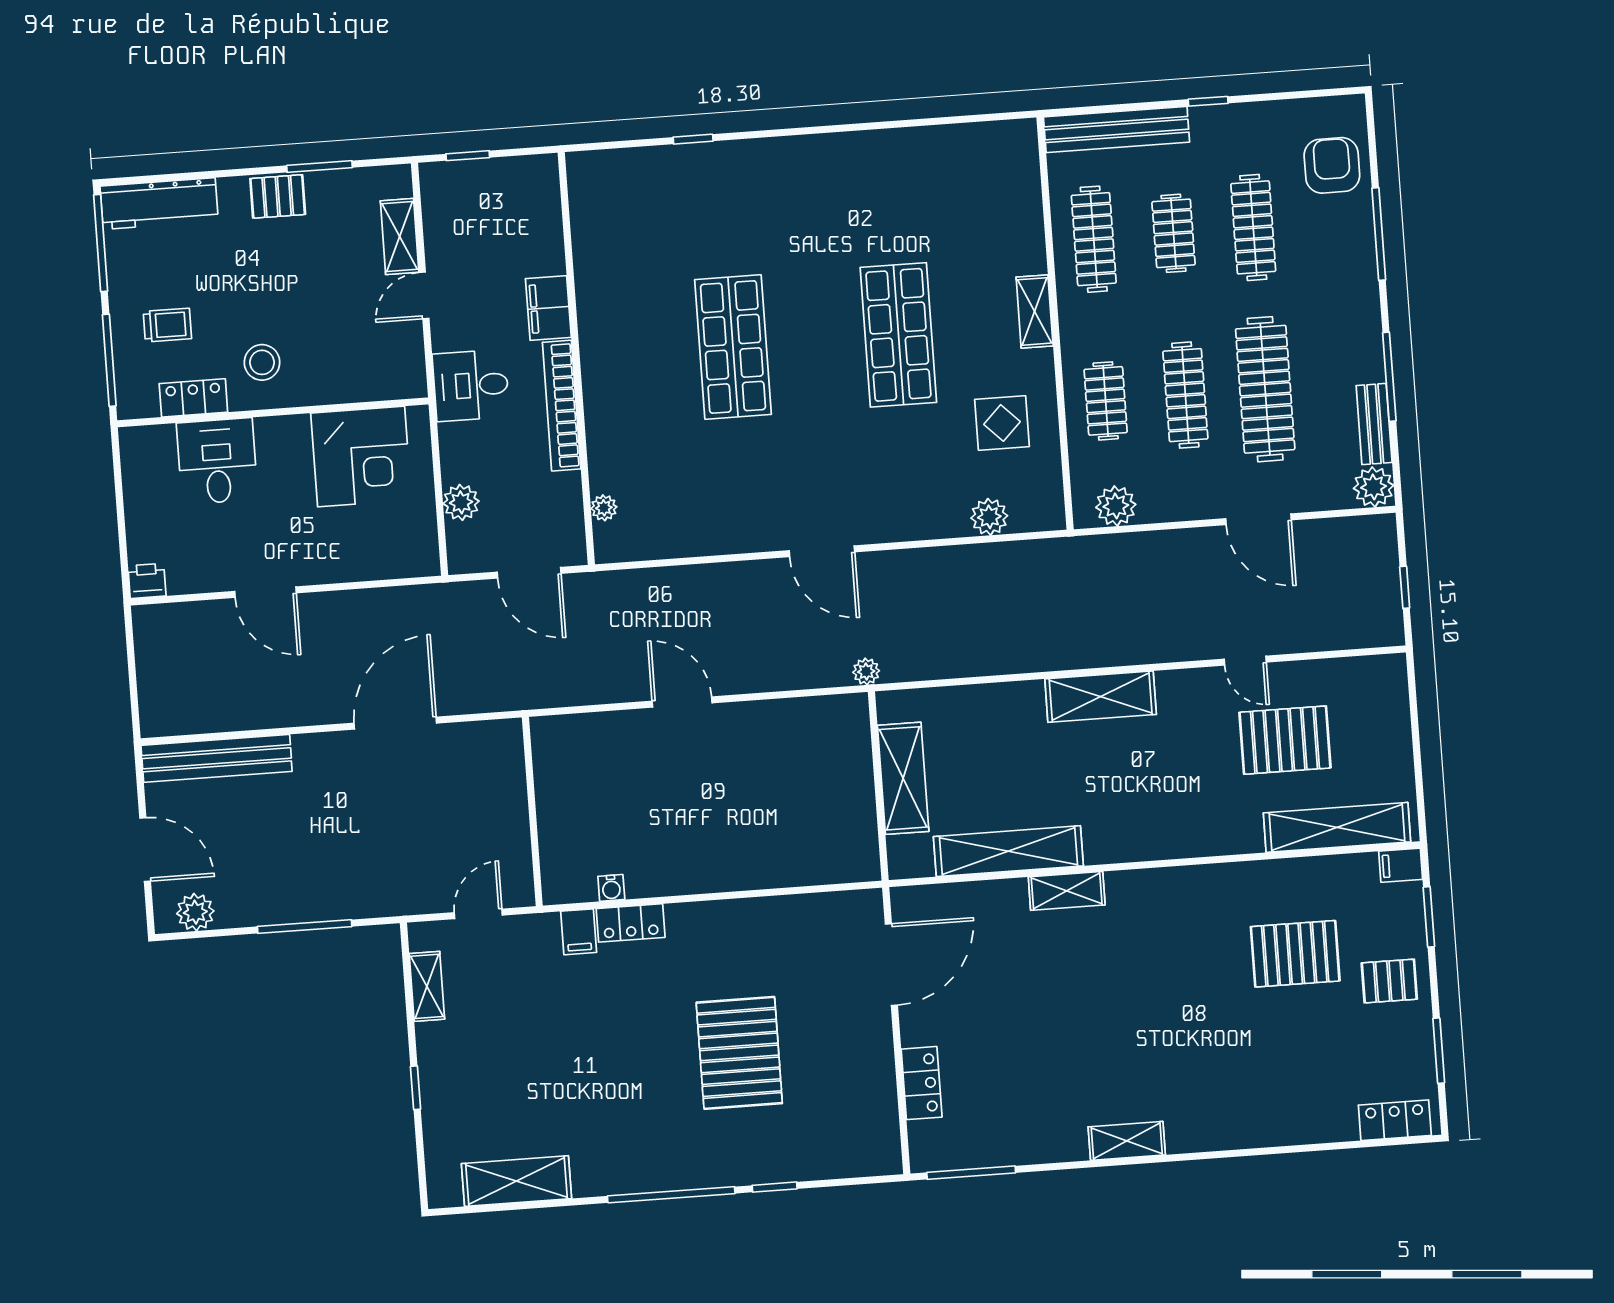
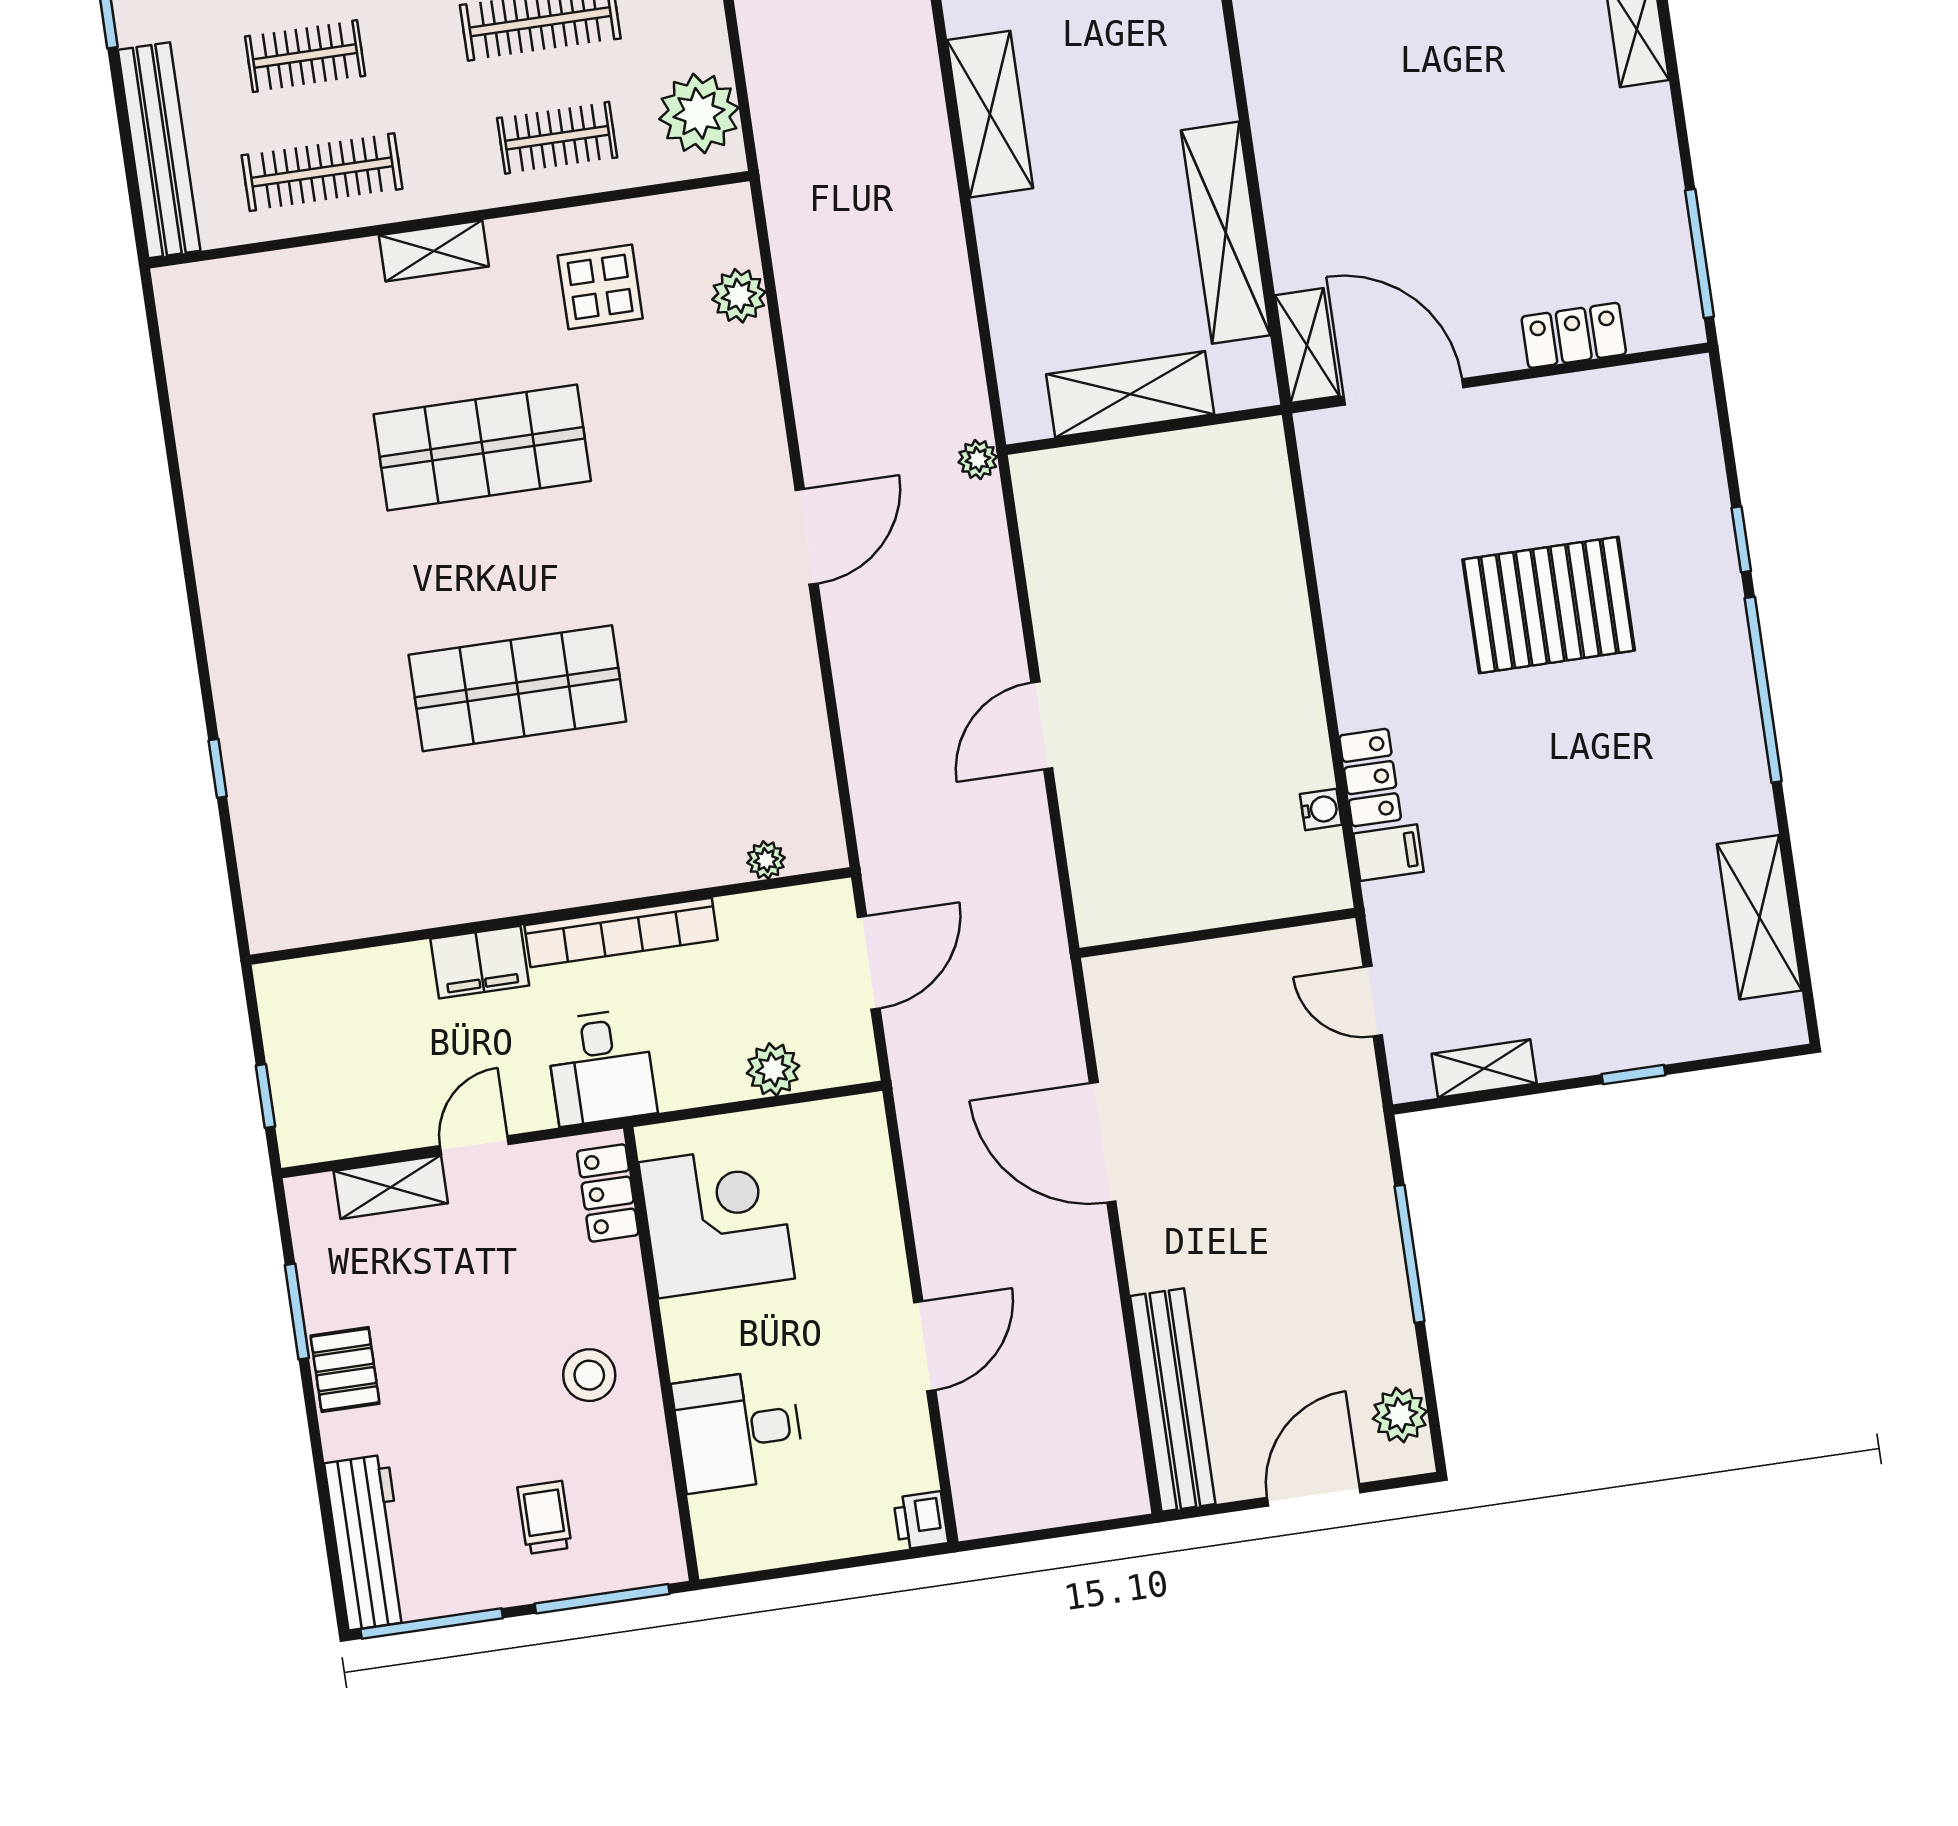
door: (424, 295) -> (474, 1145), swing flipped
locker: (193, 398) -> (608, 1193), moved
plant: (1116, 506) -> (699, 113), width x1.36, depth x1.36
shelving: (1067, 891) -> (1307, 346), moved

